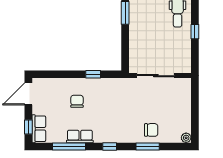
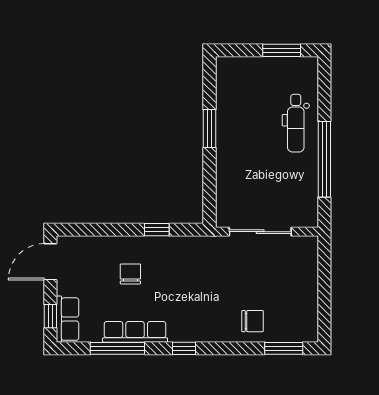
window: (195, 32) -> (324, 159), width x3.17
row of seats: (80, 137) -> (135, 332), width x1.48
plant: (186, 138) -> (310, 334), removed
window: (148, 147) -> (284, 348), moved

